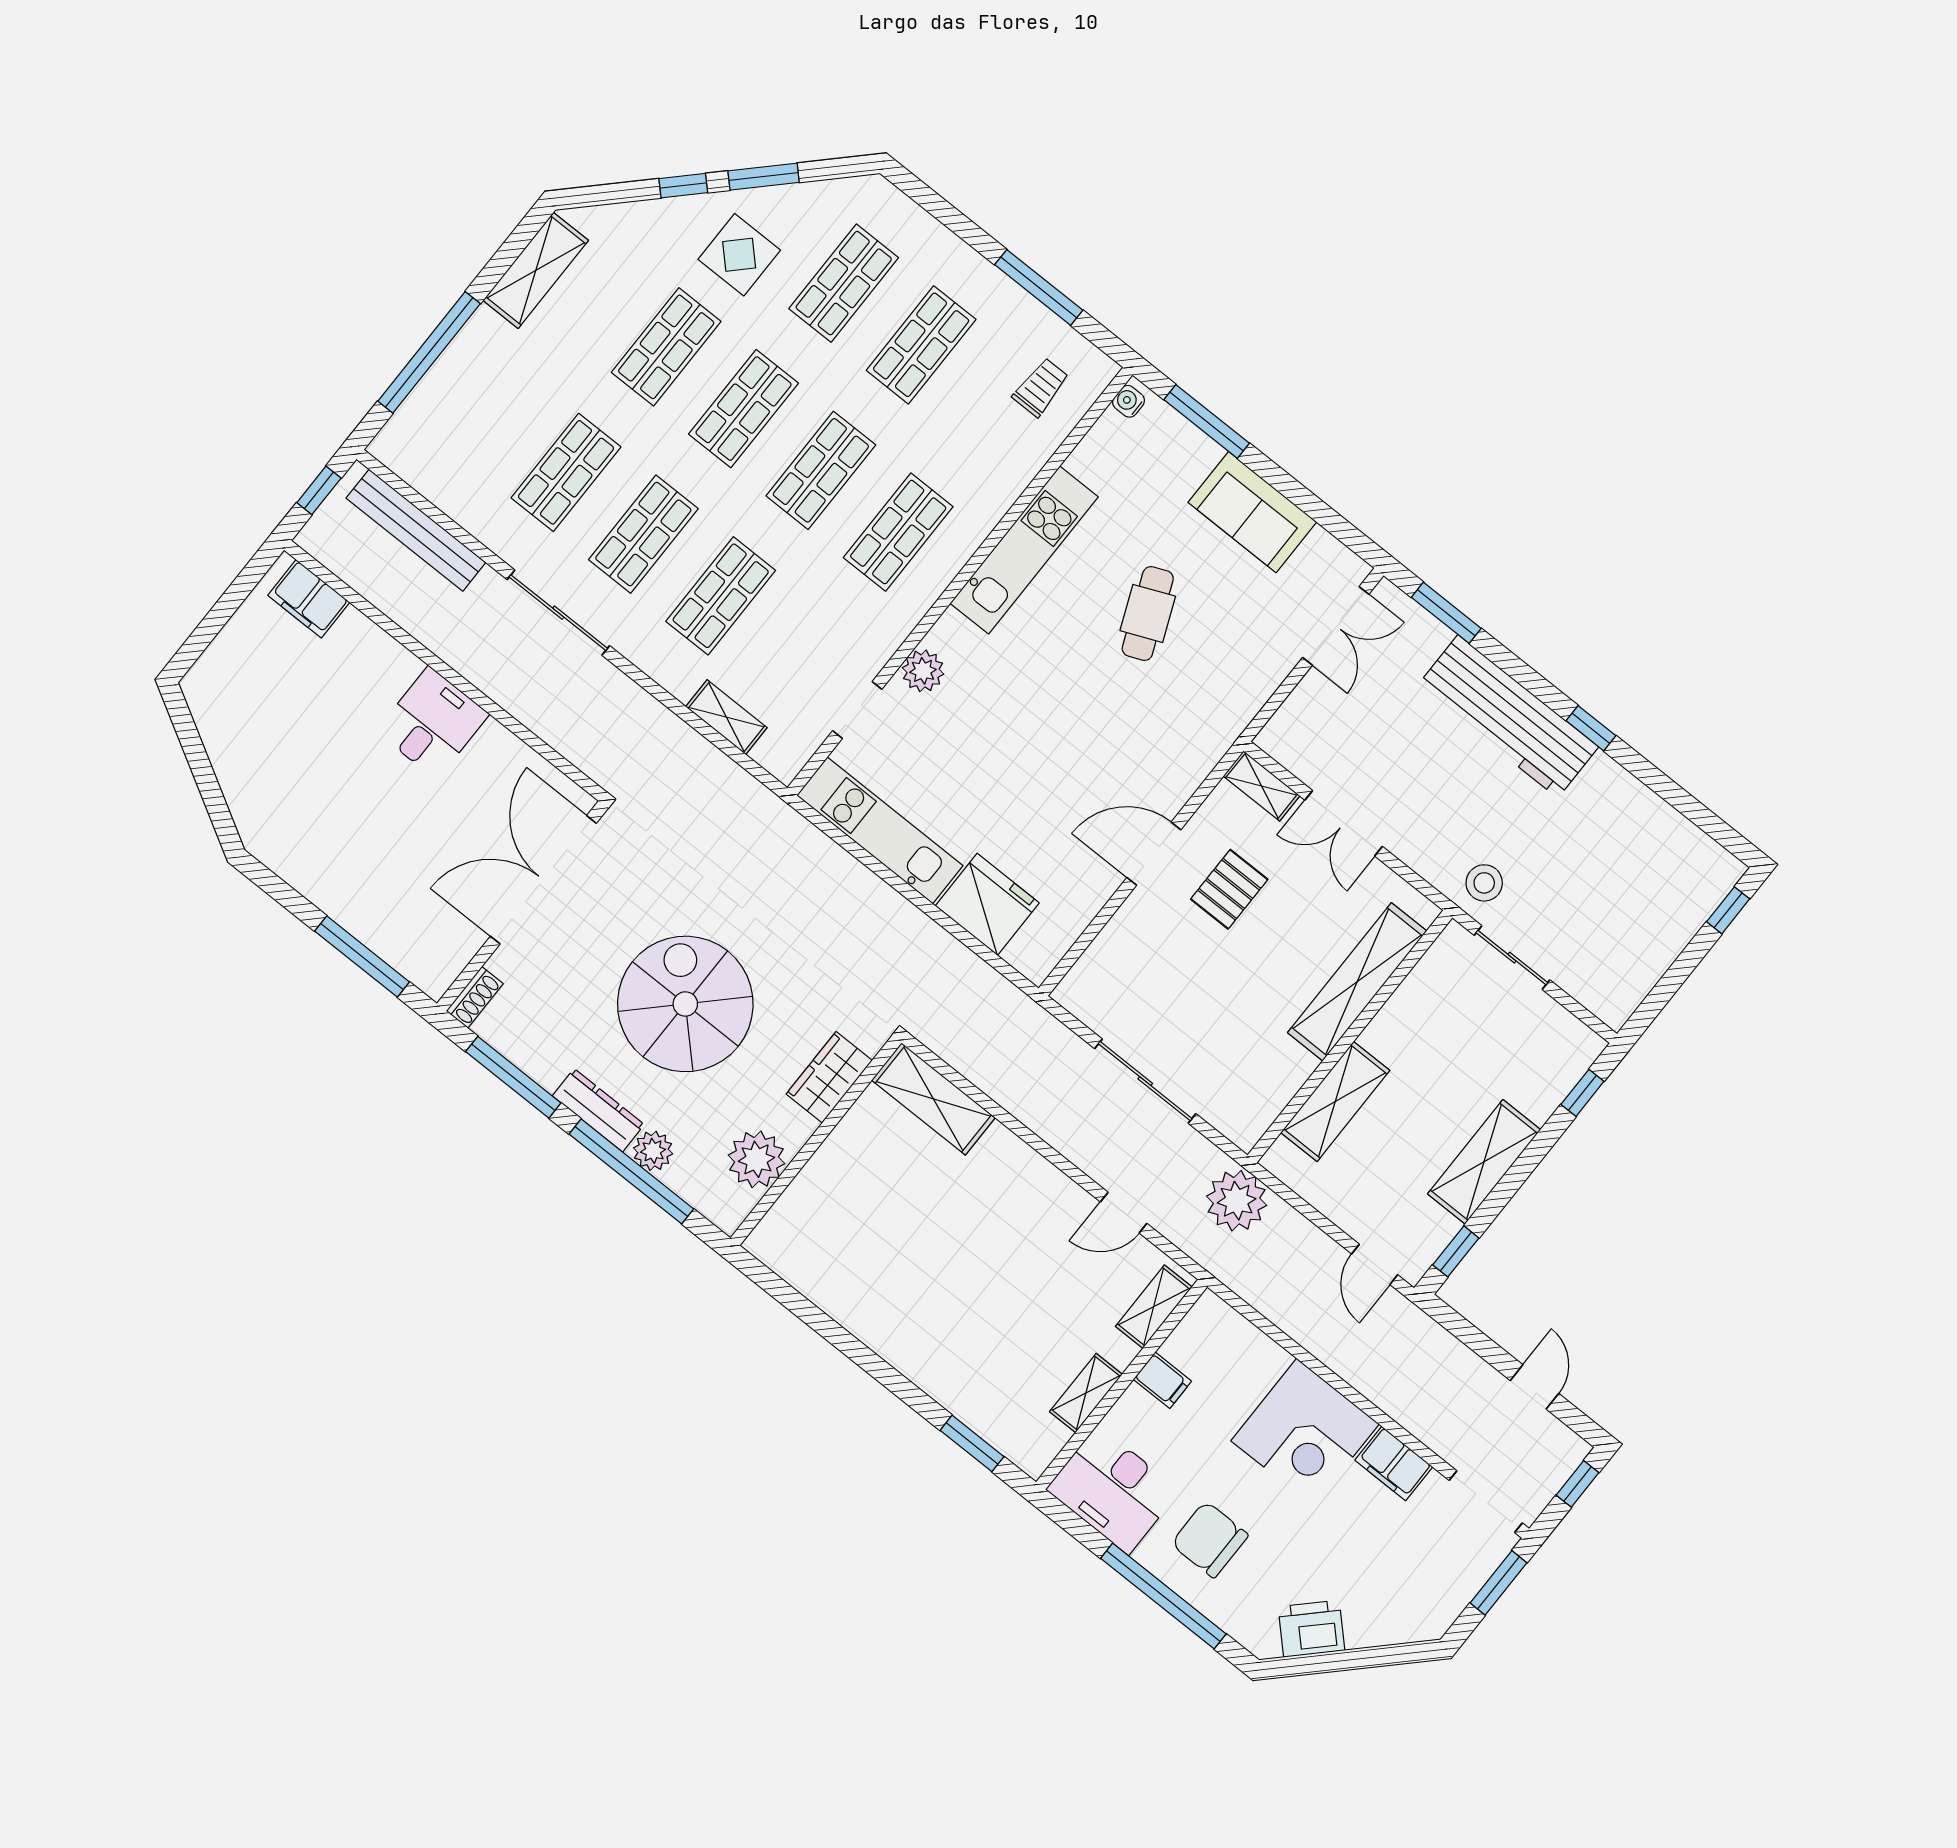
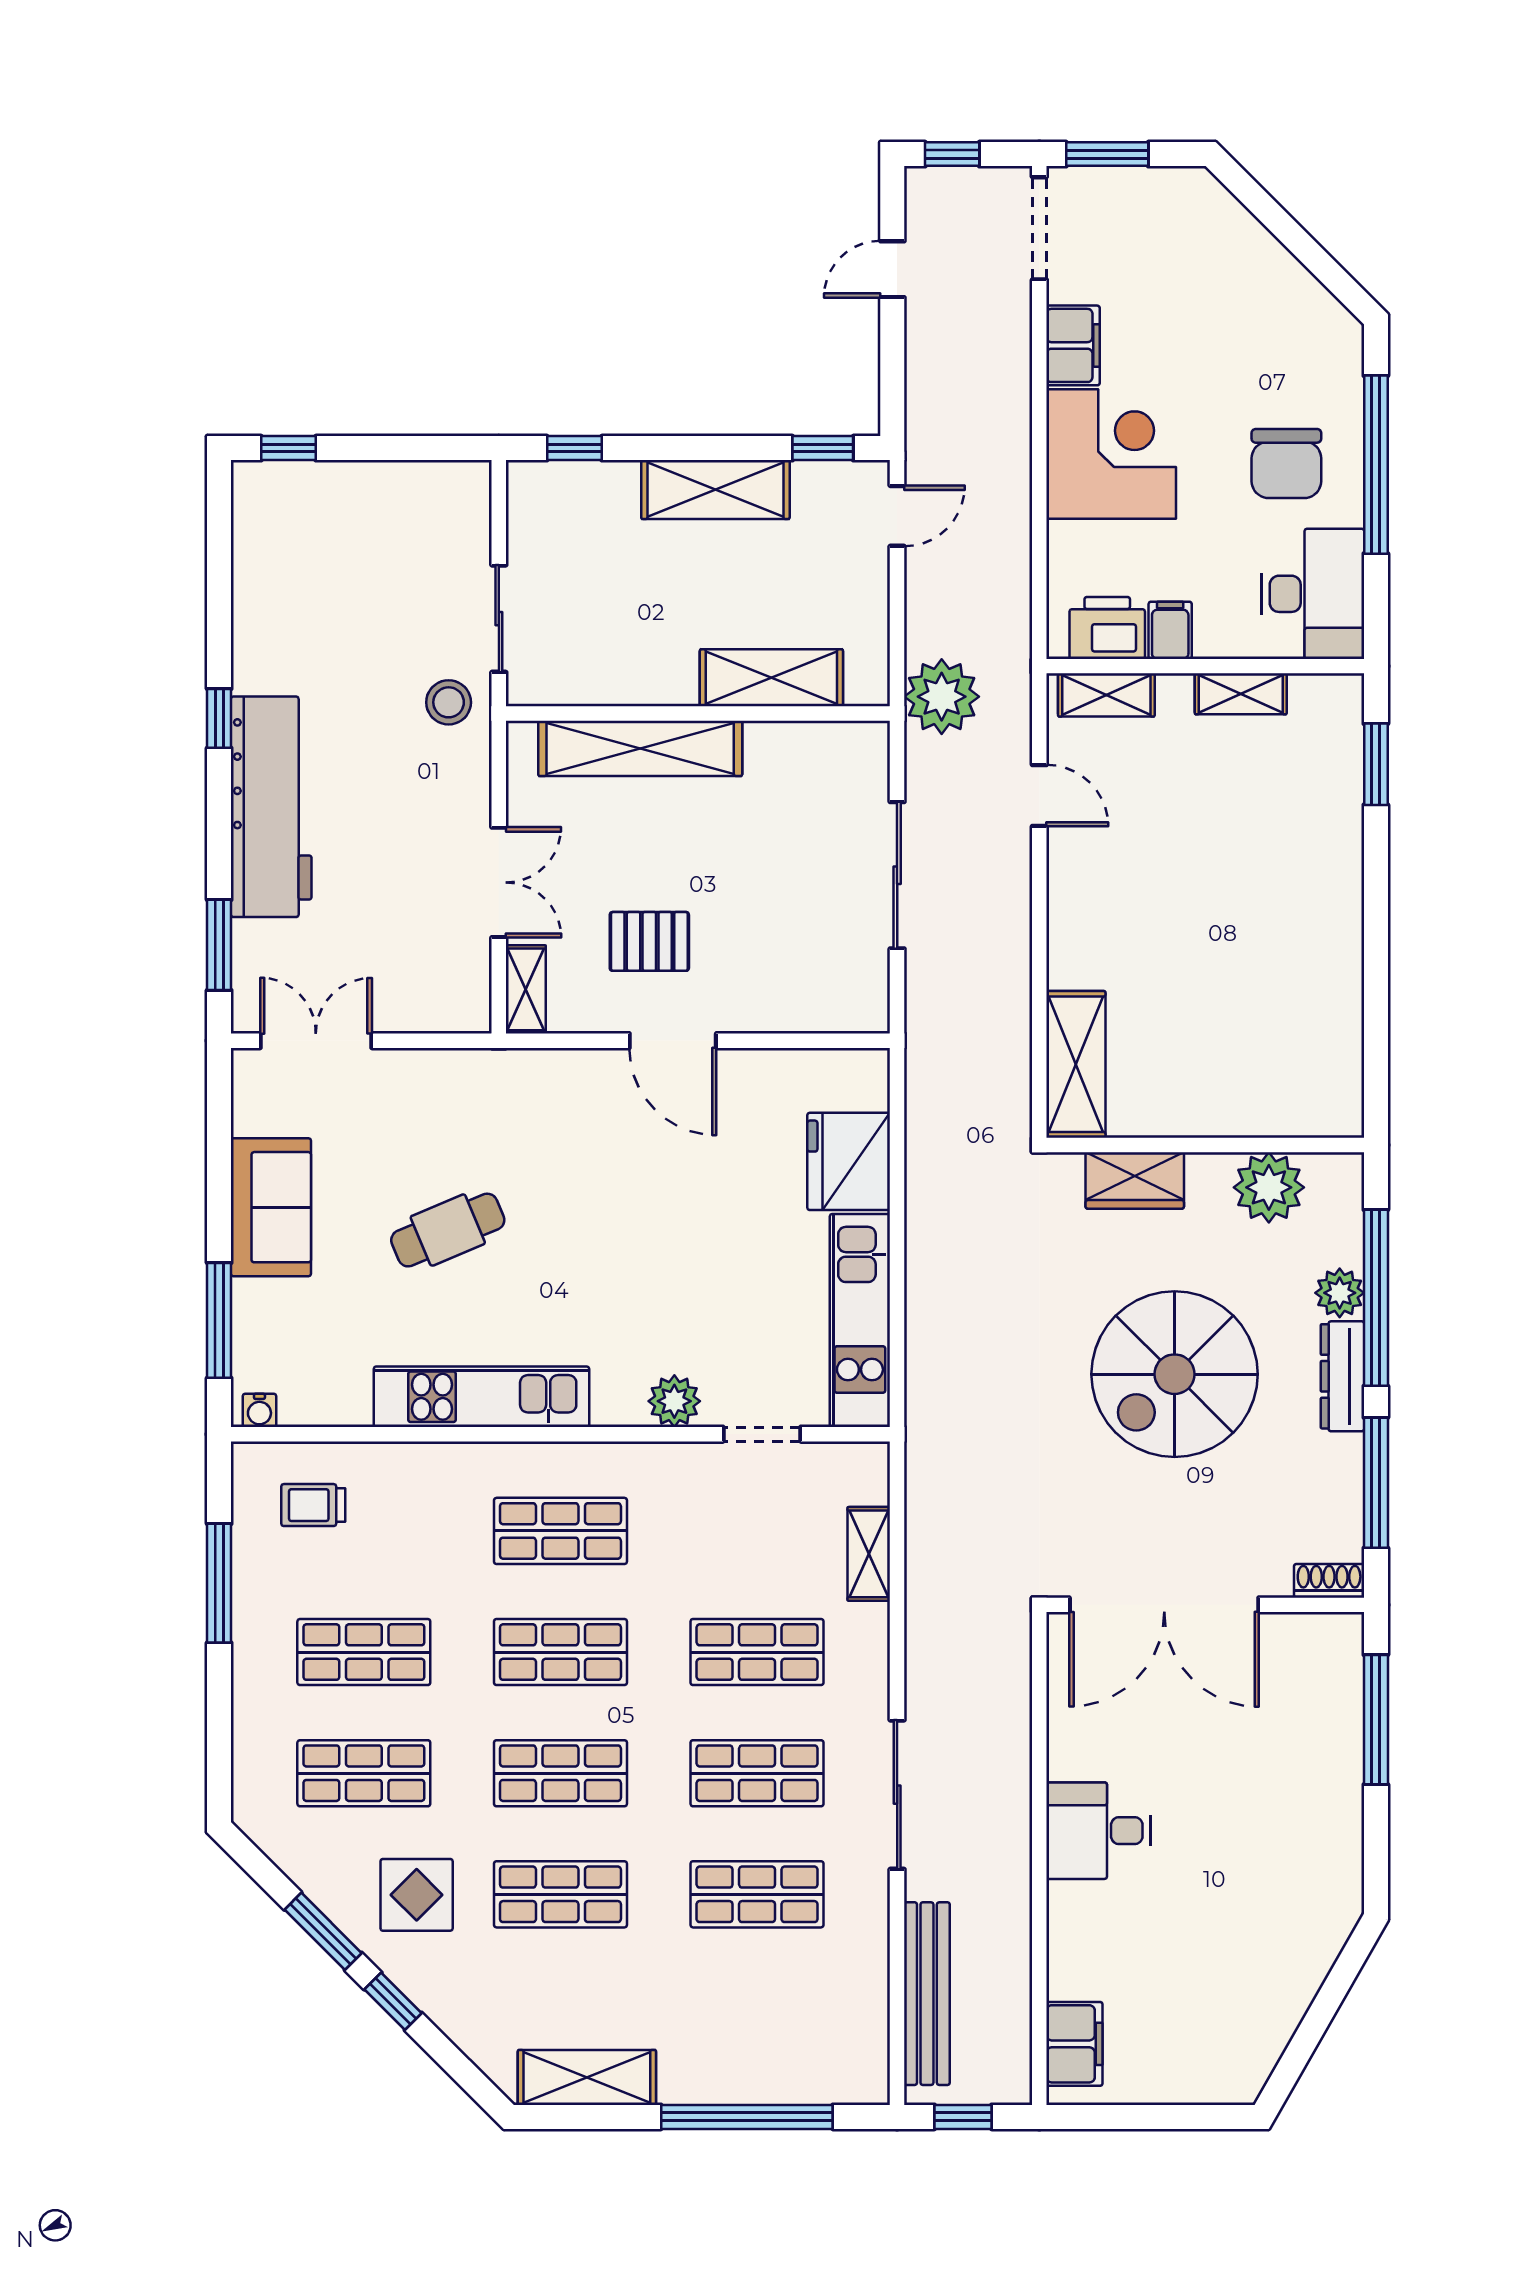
printer: (1311, 1629) -> (1107, 628), moved, turned 135

